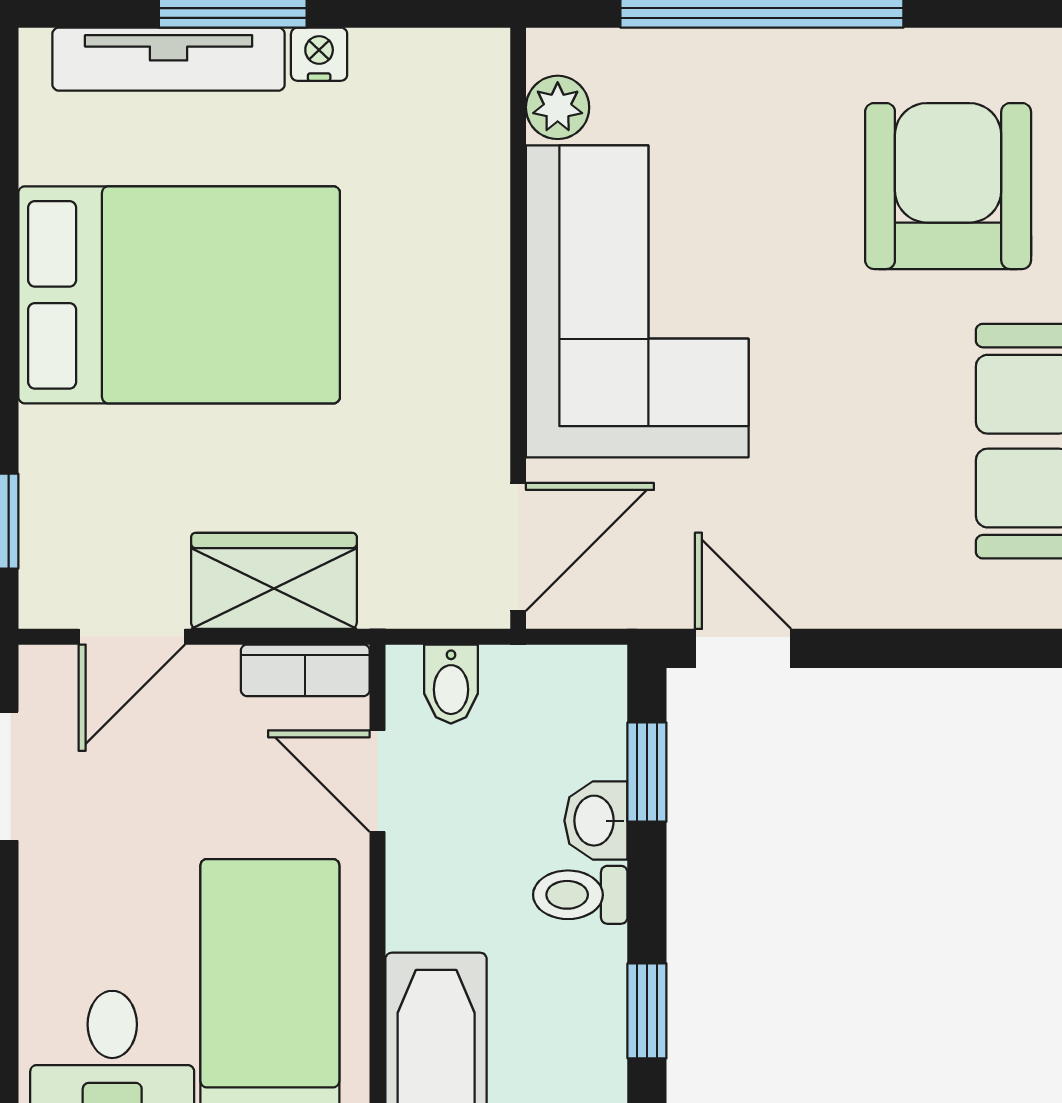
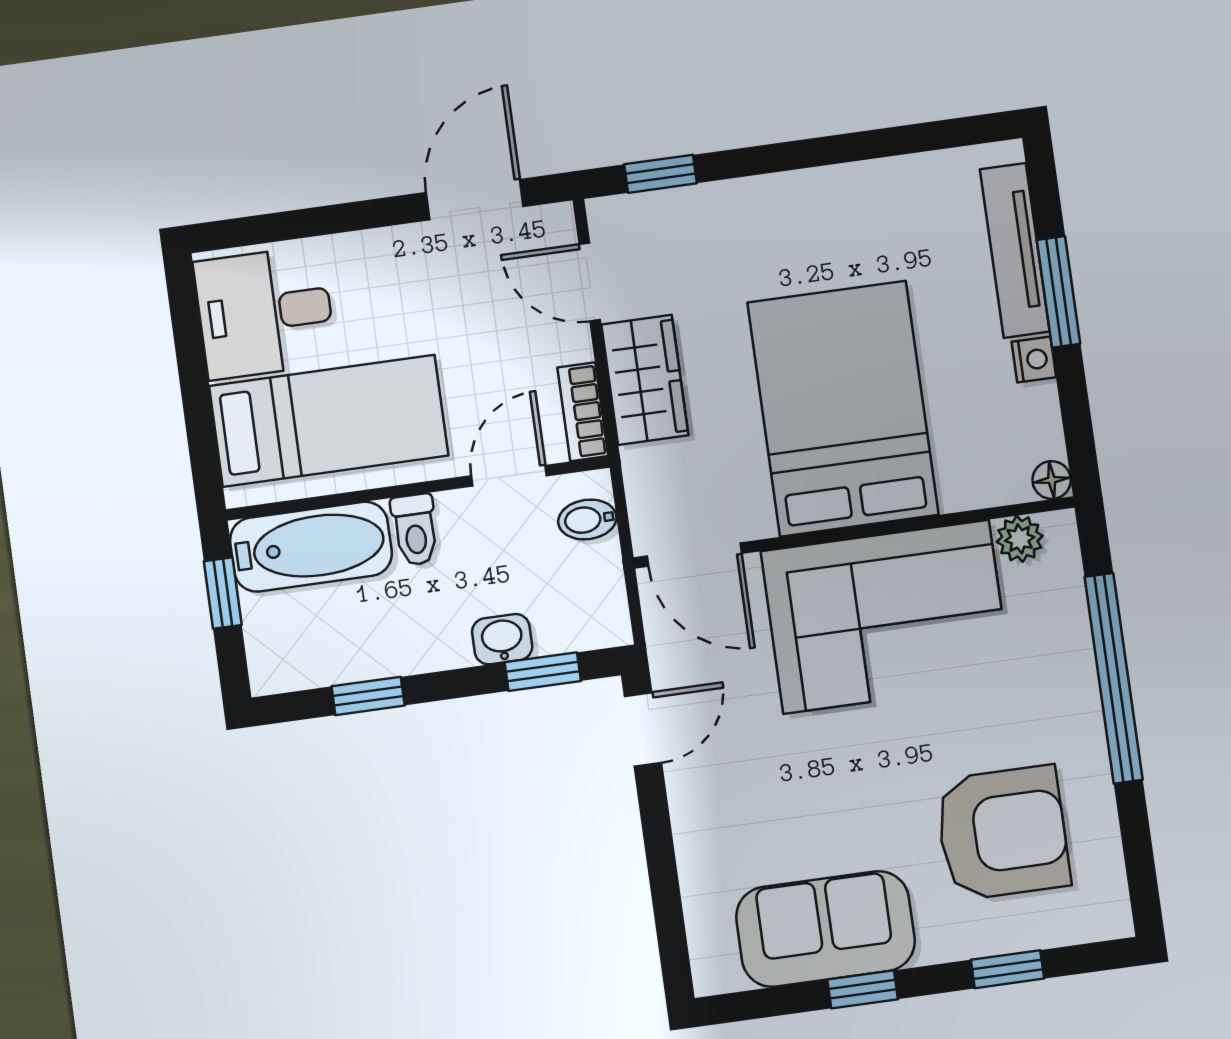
floor lamp: (485, 53) -> (1052, 480), added
bed: (179, 295) -> (843, 409), moved, turned 180
toilet: (580, 895) -> (415, 530), moved, turned 180

